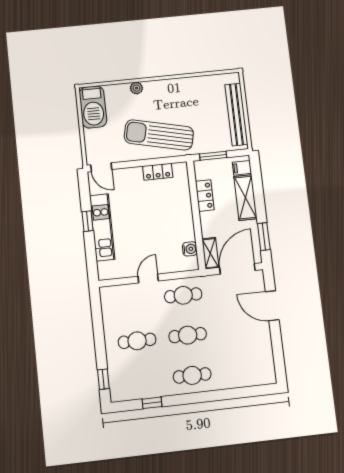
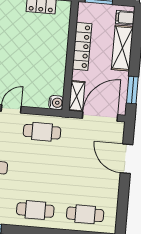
locker: (205, 196) -> (82, 46), width x1.53
water cooler: (190, 249) -> (56, 103), moved
cafe table: (188, 335) -> (85, 214), moved

